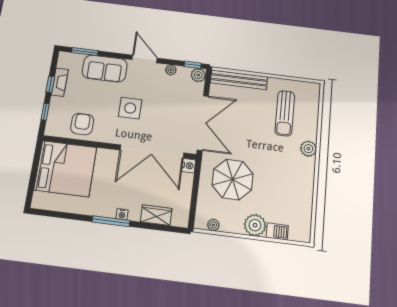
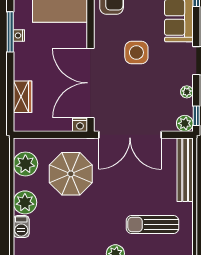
nightstand: (122, 214) -> (19, 36), moved
window: (111, 221) -> (10, 32), moved
plant: (213, 225) -> (25, 164), width x1.88, depth x1.88

